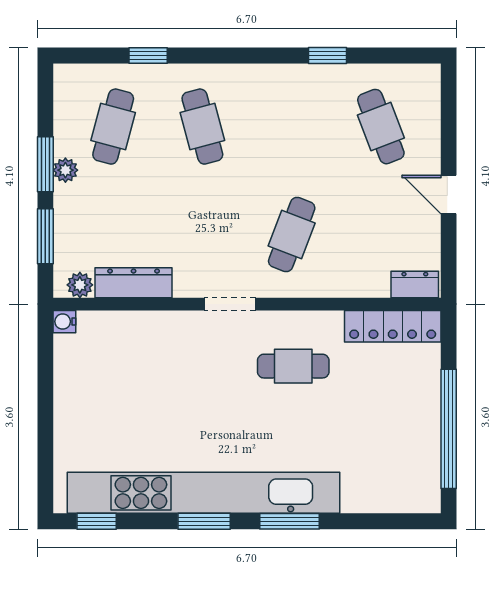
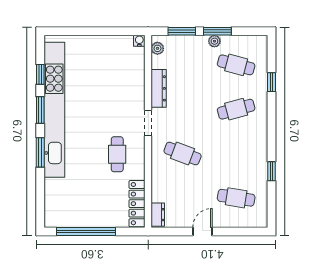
cafe table: (381, 127) -> (236, 198), turned 30
dresser: (134, 283) -> (159, 88), moved
window: (97, 521) -> (40, 74), moved

